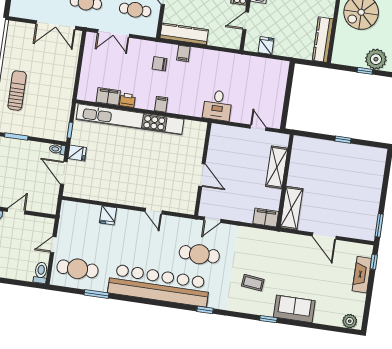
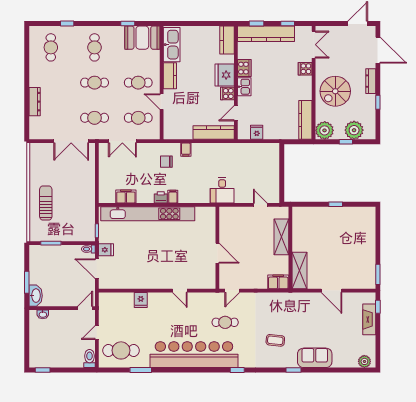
kitchen counter: (184, 34) -> (214, 133), moved
plant: (343, 55) -> (325, 130), added
printer: (127, 100) -> (161, 197), moved
door: (16, 211) -> (85, 308), moved
cafe table: (199, 254) -> (225, 322), width x0.73, depth x0.74

